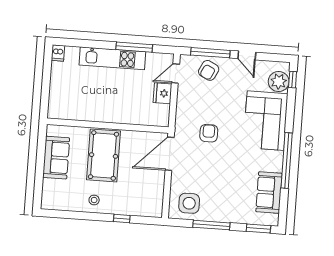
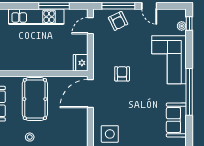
armchair: (209, 70) -> (118, 21), turned -52
plant: (279, 82) -> (182, 26), width x0.53, depth x0.53
fridge: (163, 93) -> (81, 63), moved

